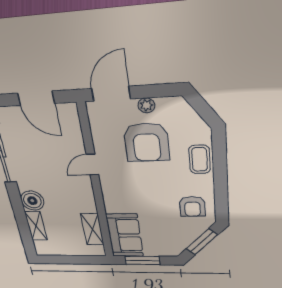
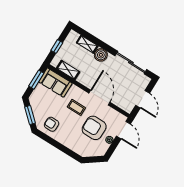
door: (36, 98) -> (143, 99), swing flipped
coffee table: (200, 159) -> (76, 107), moved
door: (92, 165) -> (99, 98), width x1.88
window: (75, 260) -> (57, 46), added

